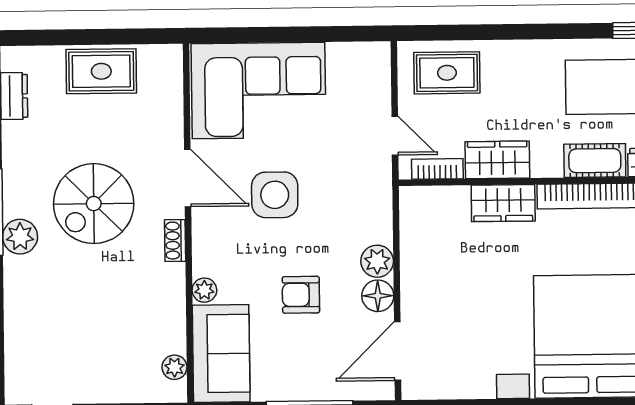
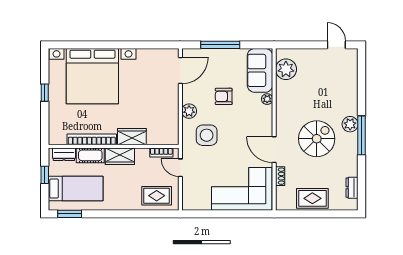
wardrobe: (497, 160) -> (120, 156), moved
side table: (275, 195) -> (207, 135), moved
shoe rack: (175, 240) -> (280, 176), moved
armchair: (301, 295) -> (224, 96), turned 180
floor lamp: (378, 296) -> (189, 96), removed
plant: (174, 367) -> (286, 69), width x1.87, depth x1.87

